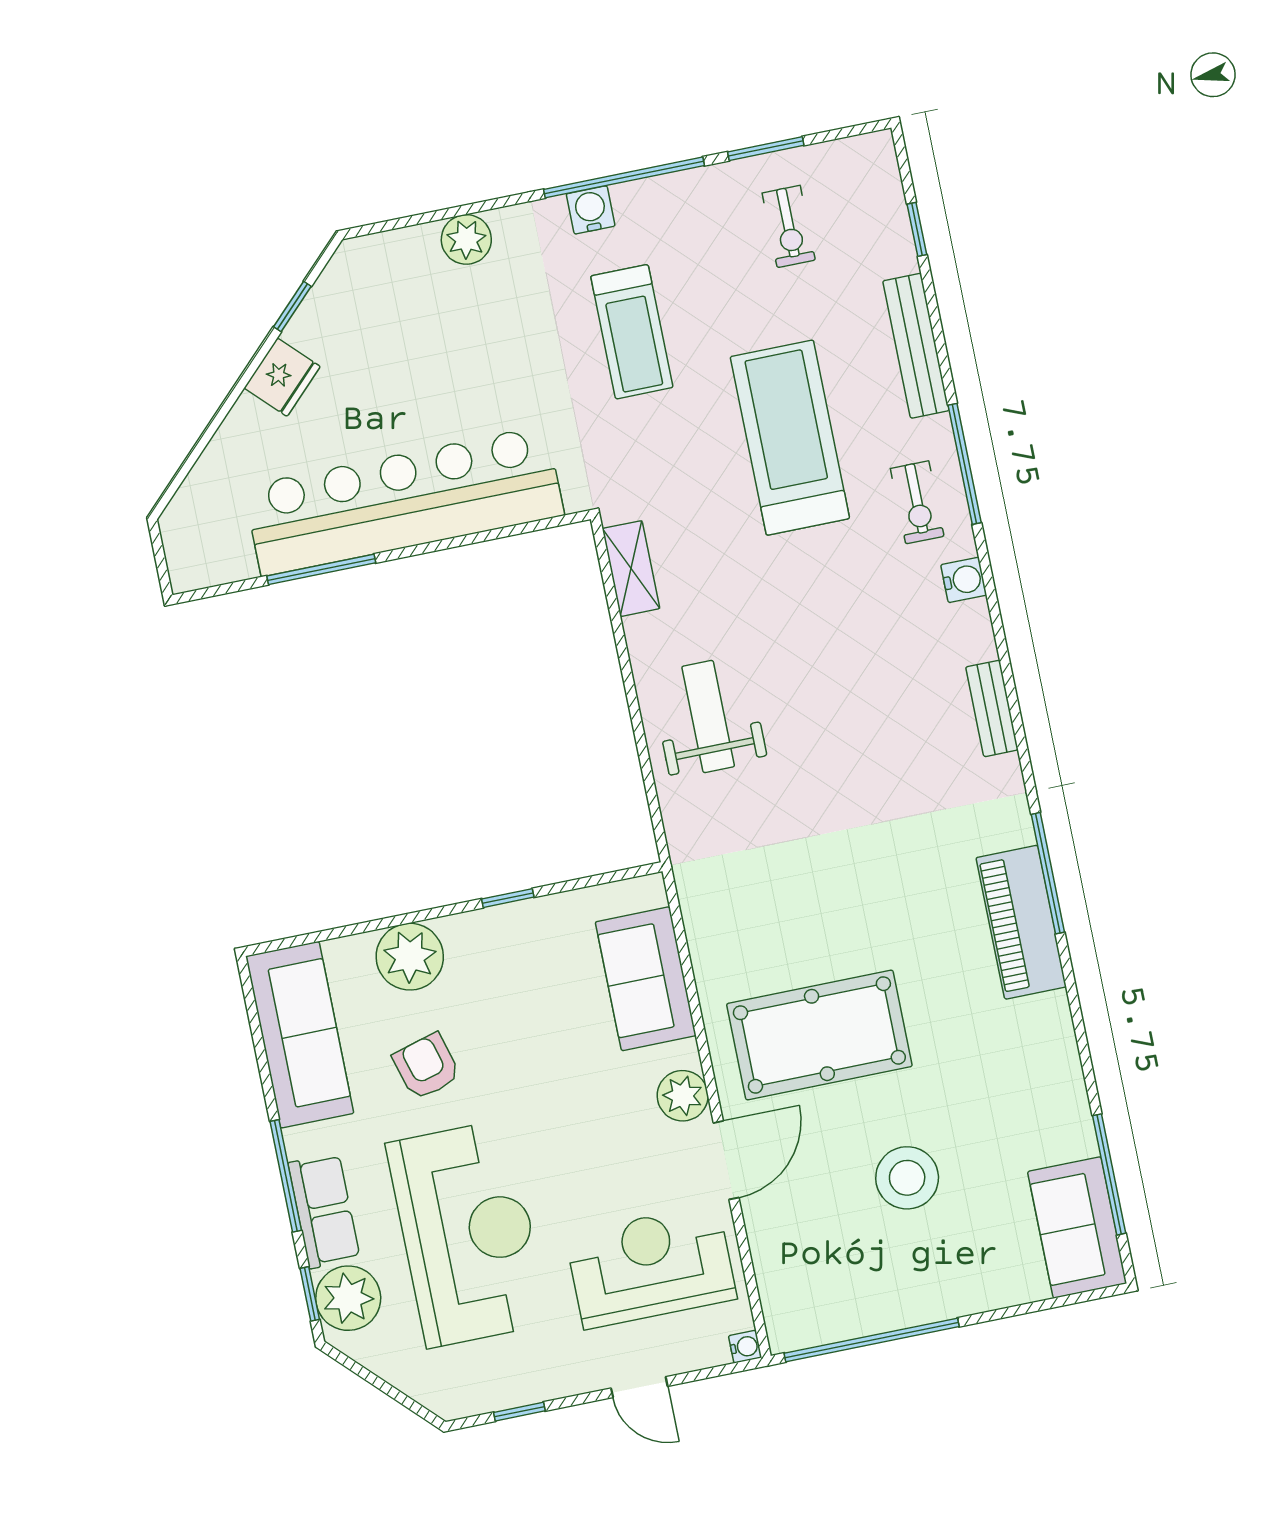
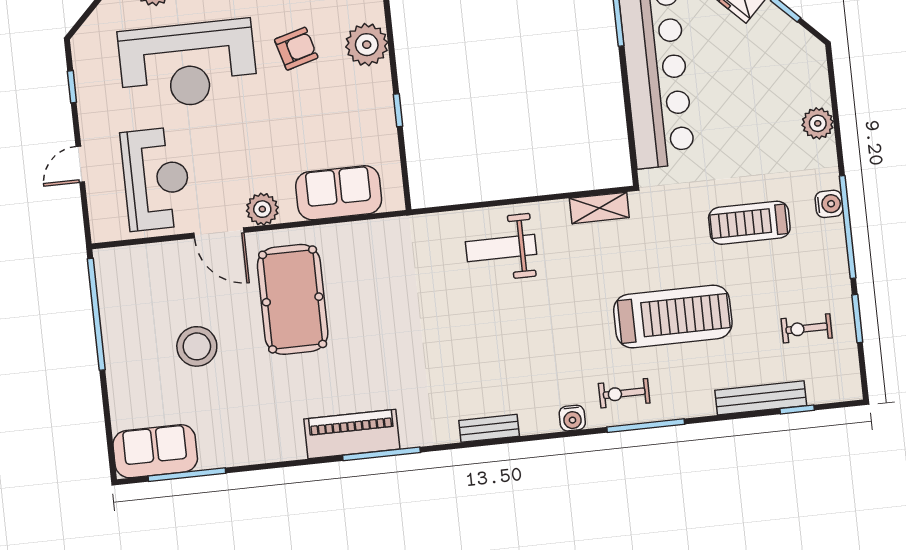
bench: (916, 346) -> (761, 398), moved
weight bench: (708, 717) -> (501, 248), turned 180
water cooler: (745, 1347) -> (100, 234), removed

